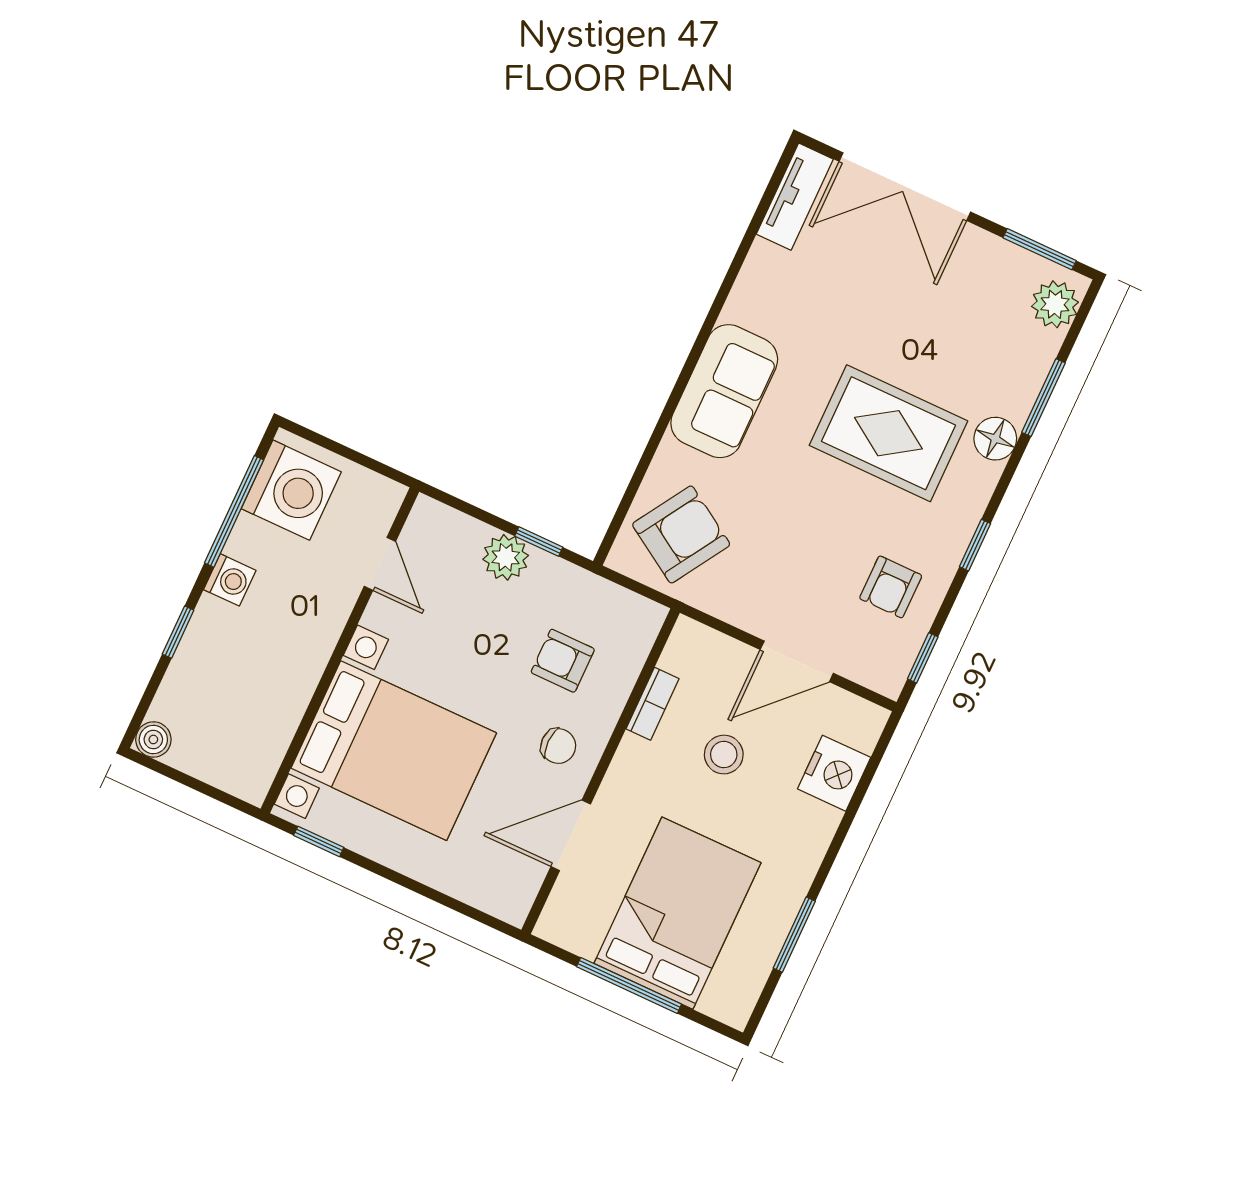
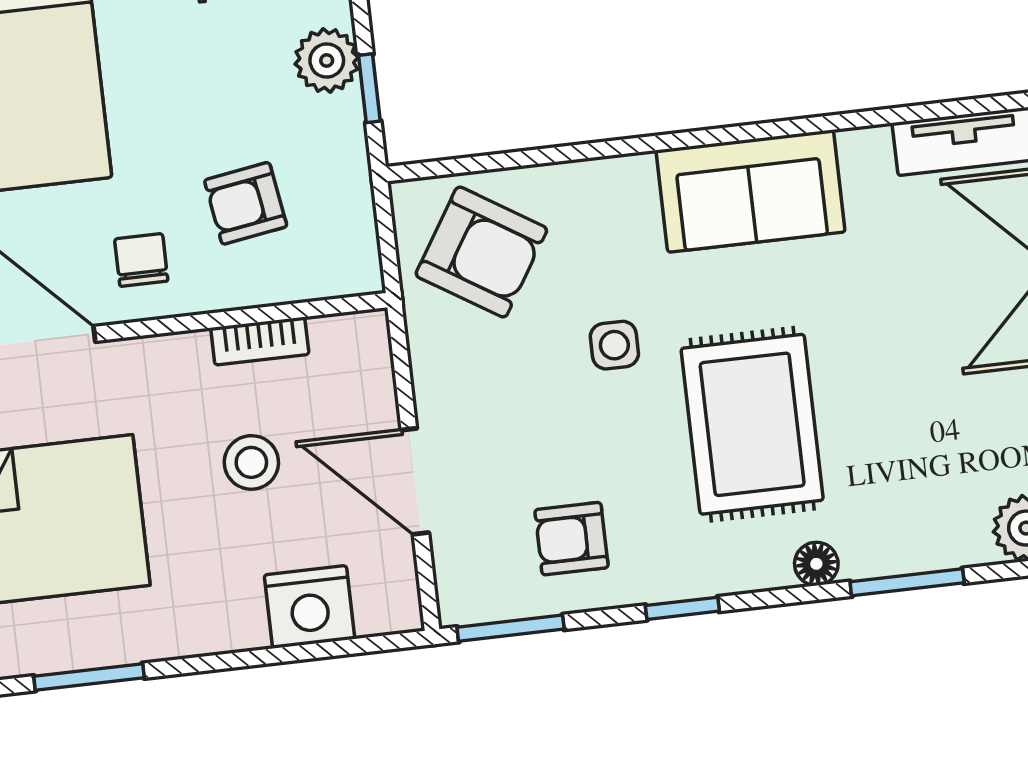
sofa: (724, 391) -> (751, 191), moved
floor lamp: (995, 439) -> (816, 564), width x0.73, depth x0.73
side table: (788, 488) -> (614, 345), added
window: (923, 658) -> (511, 628), width x1.50
armchair: (563, 661) -> (246, 203), turned -99
chair: (558, 746) -> (141, 260), turned 180

